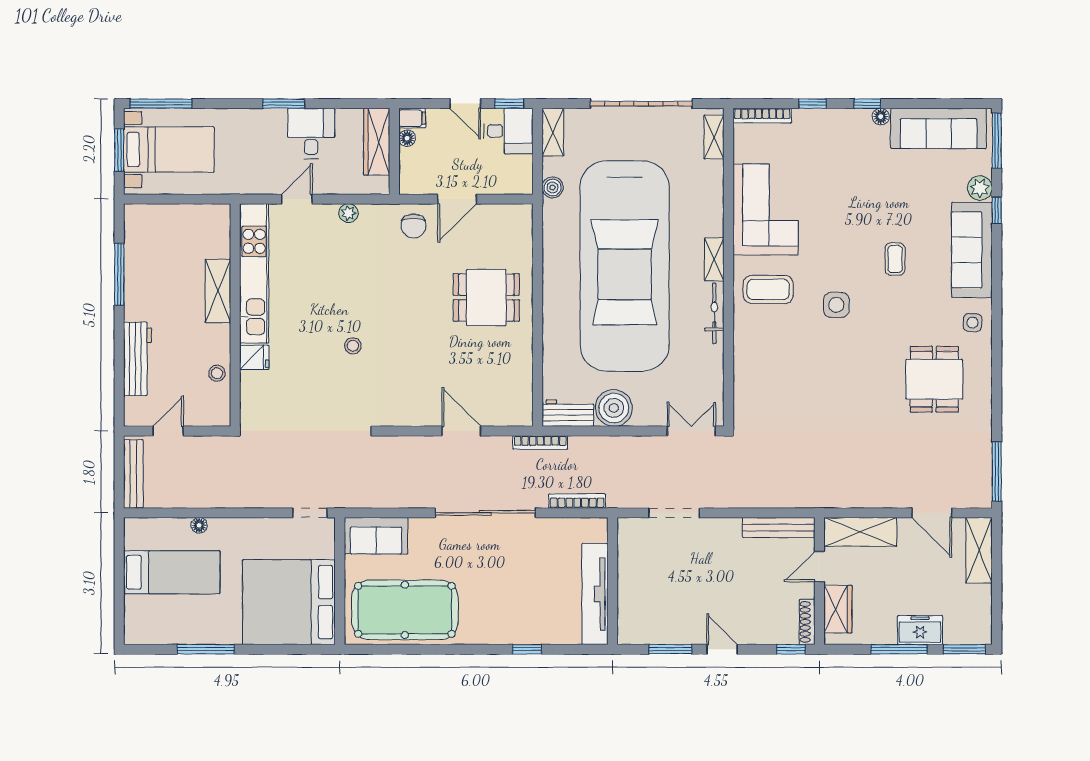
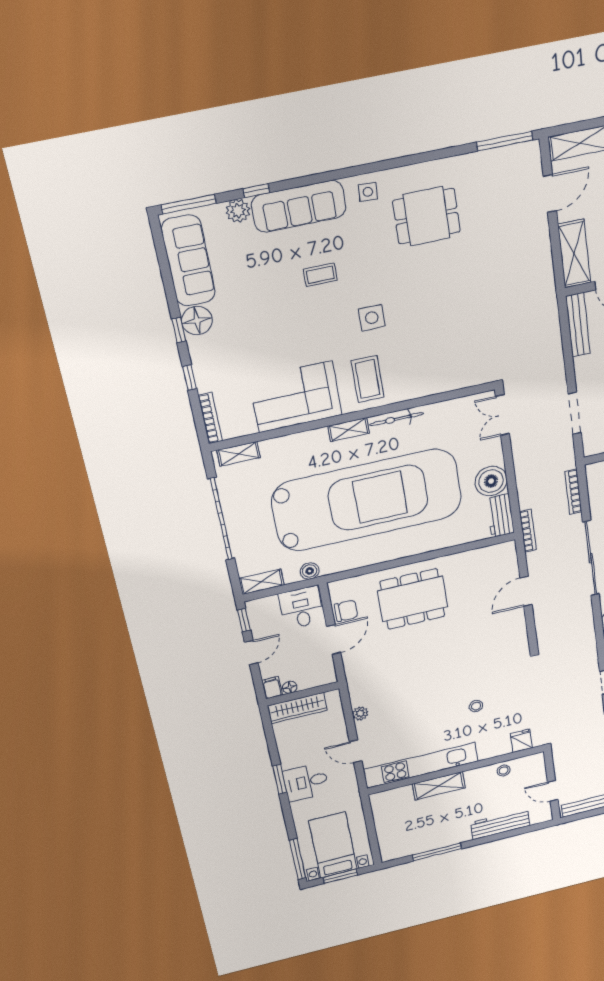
floor lamp: (881, 117) -> (197, 321), width x1.89, depth x1.89
desk: (508, 131) -> (301, 608), moved
desk: (311, 133) -> (306, 782), moved
door: (457, 199) -> (334, 639), hinge flipped
chair: (413, 226) -> (346, 611), moved
dining table: (486, 298) -> (413, 599), width x1.38
stool: (353, 346) -> (476, 706), moved
fridge: (254, 357) -> (521, 741), moved

